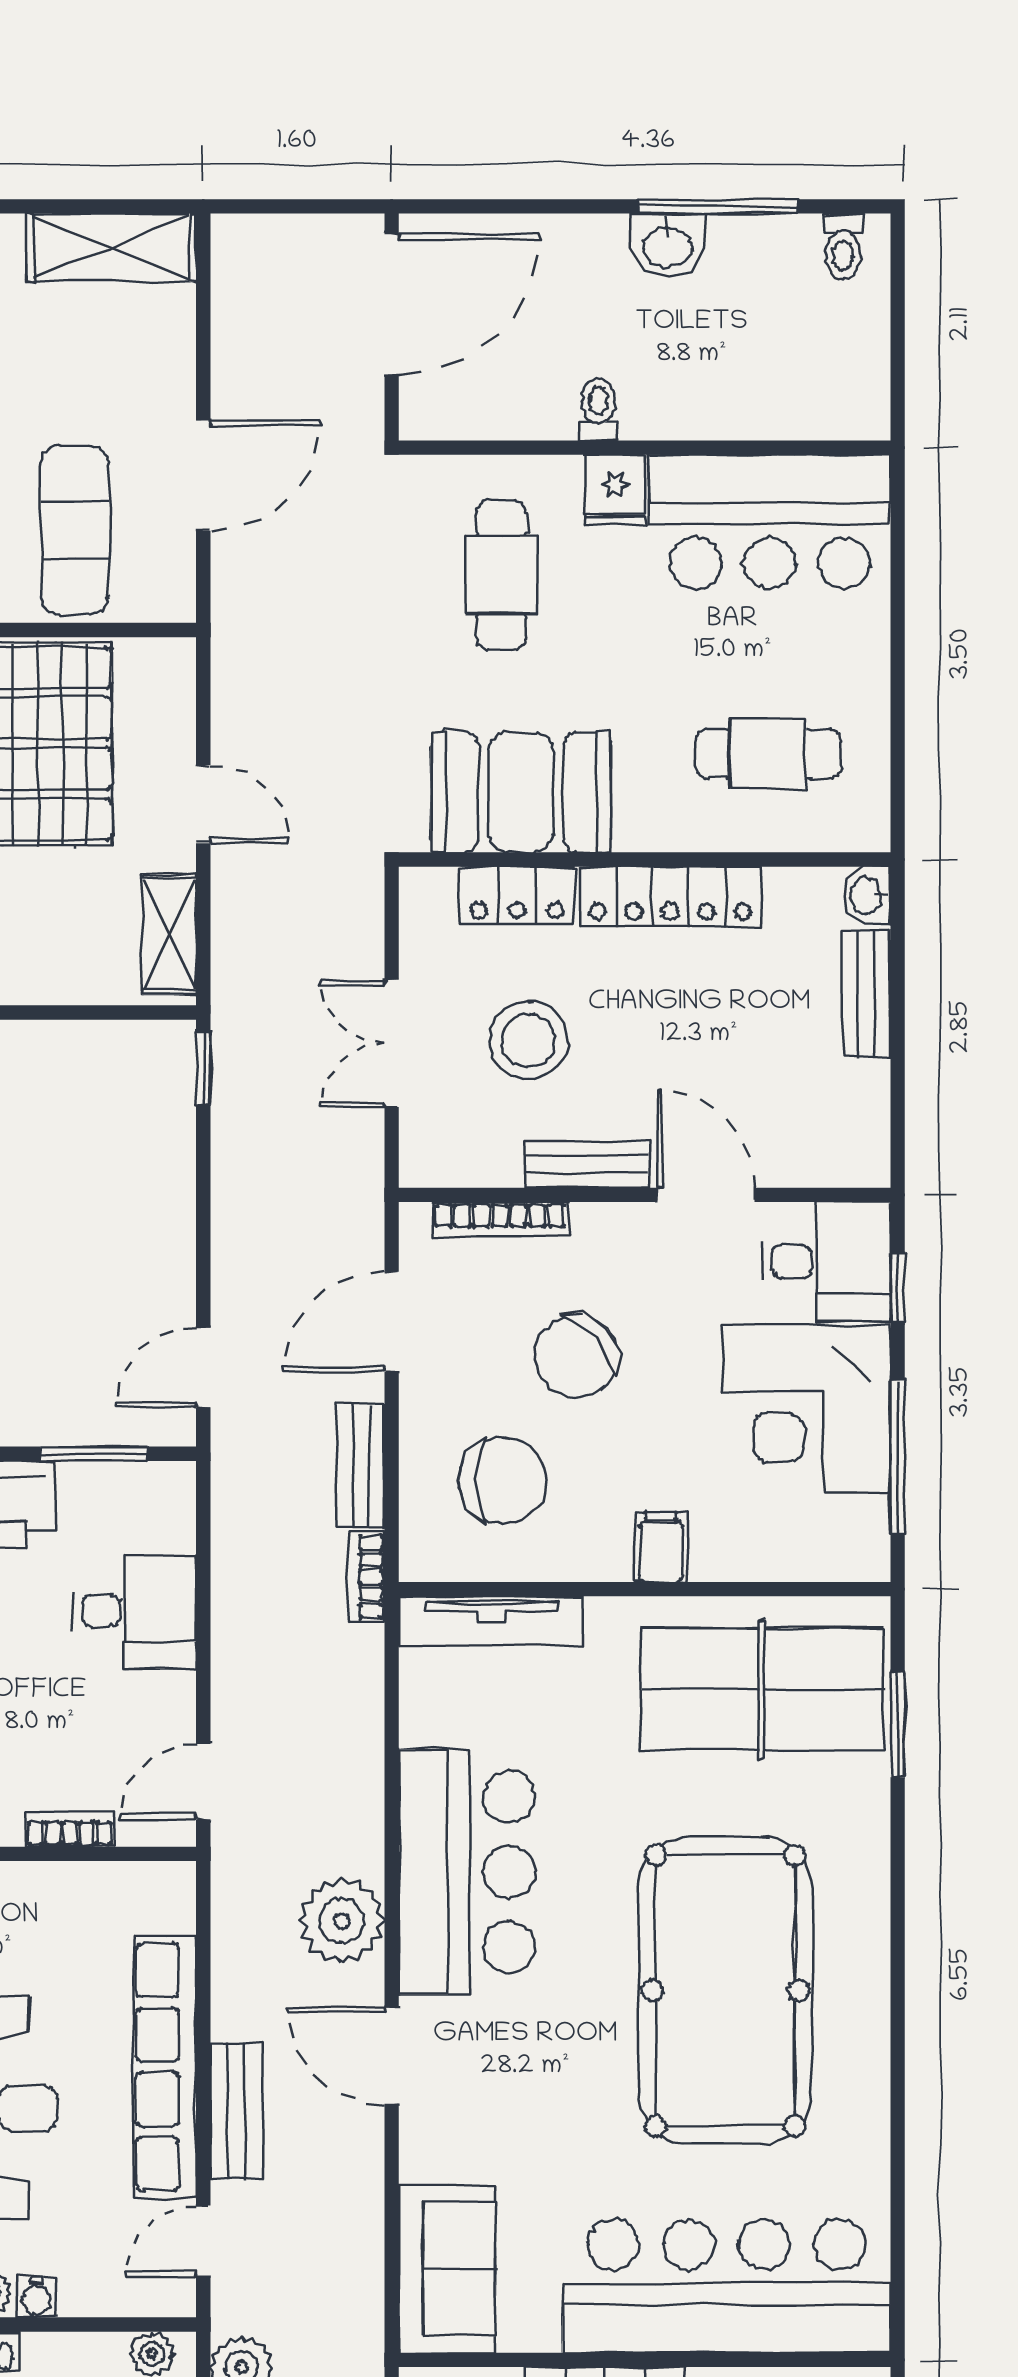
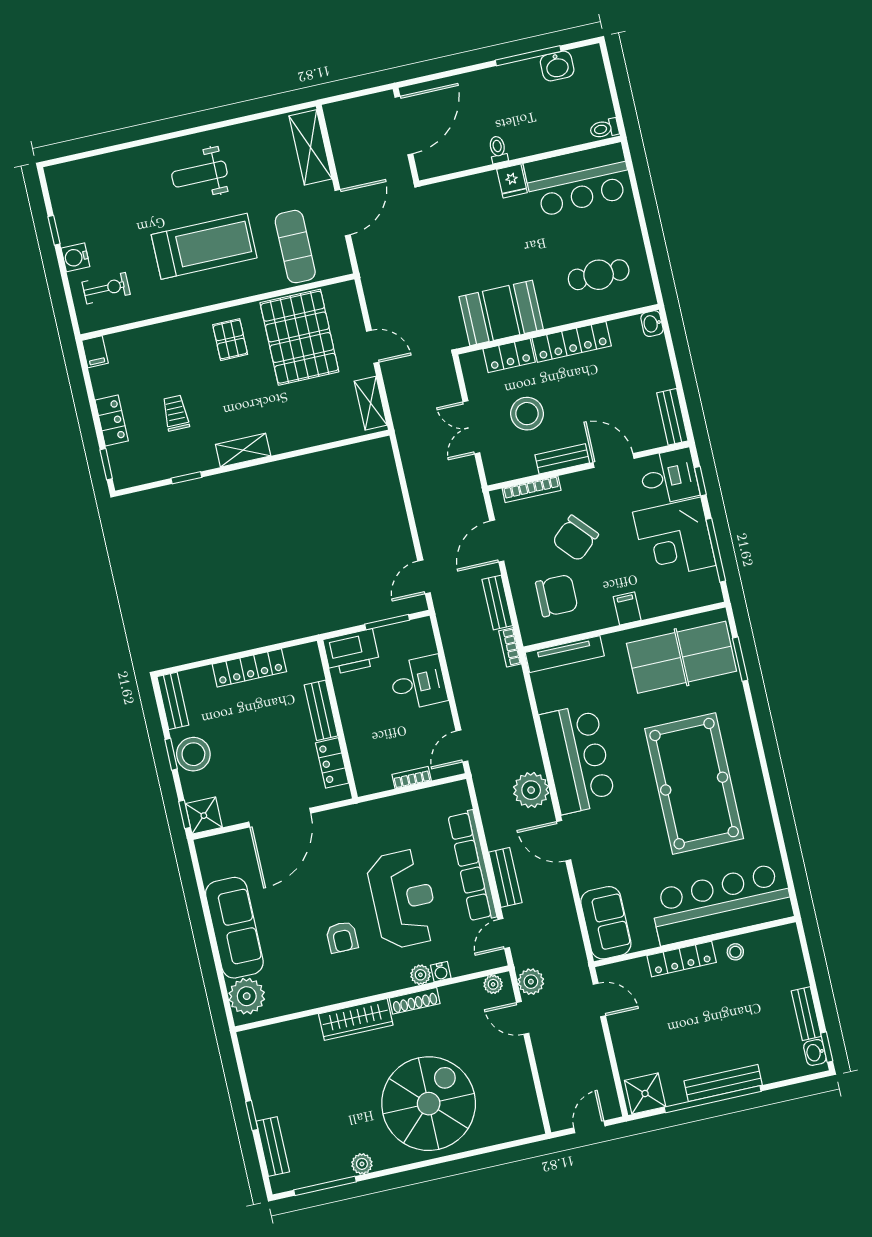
washbasin: (668, 245) -> (557, 66), moved
shelving: (111, 247) -> (310, 147), moved, turned 90
toilet: (843, 247) -> (604, 129), moved, turned 90
cafe table: (501, 575) -> (473, 226), removed
bench: (866, 994) -> (672, 417), moved
window: (203, 1068) -> (397, 455), removed

